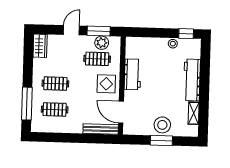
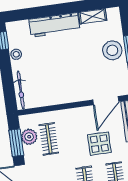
bicycle: (142, 42) -> (21, 90), added
workbench: (133, 74) -> (60, 95), removed
display table: (106, 84) -> (99, 144), moved

